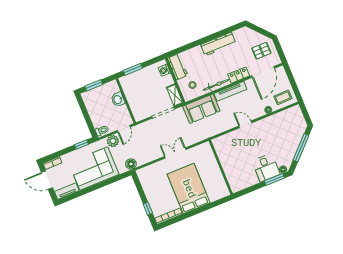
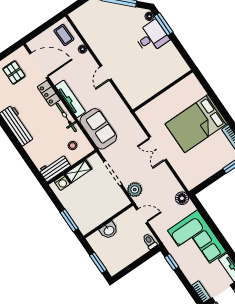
shelving: (175, 95) -> (78, 171), moved
plant: (113, 141) -> (135, 190), moved

